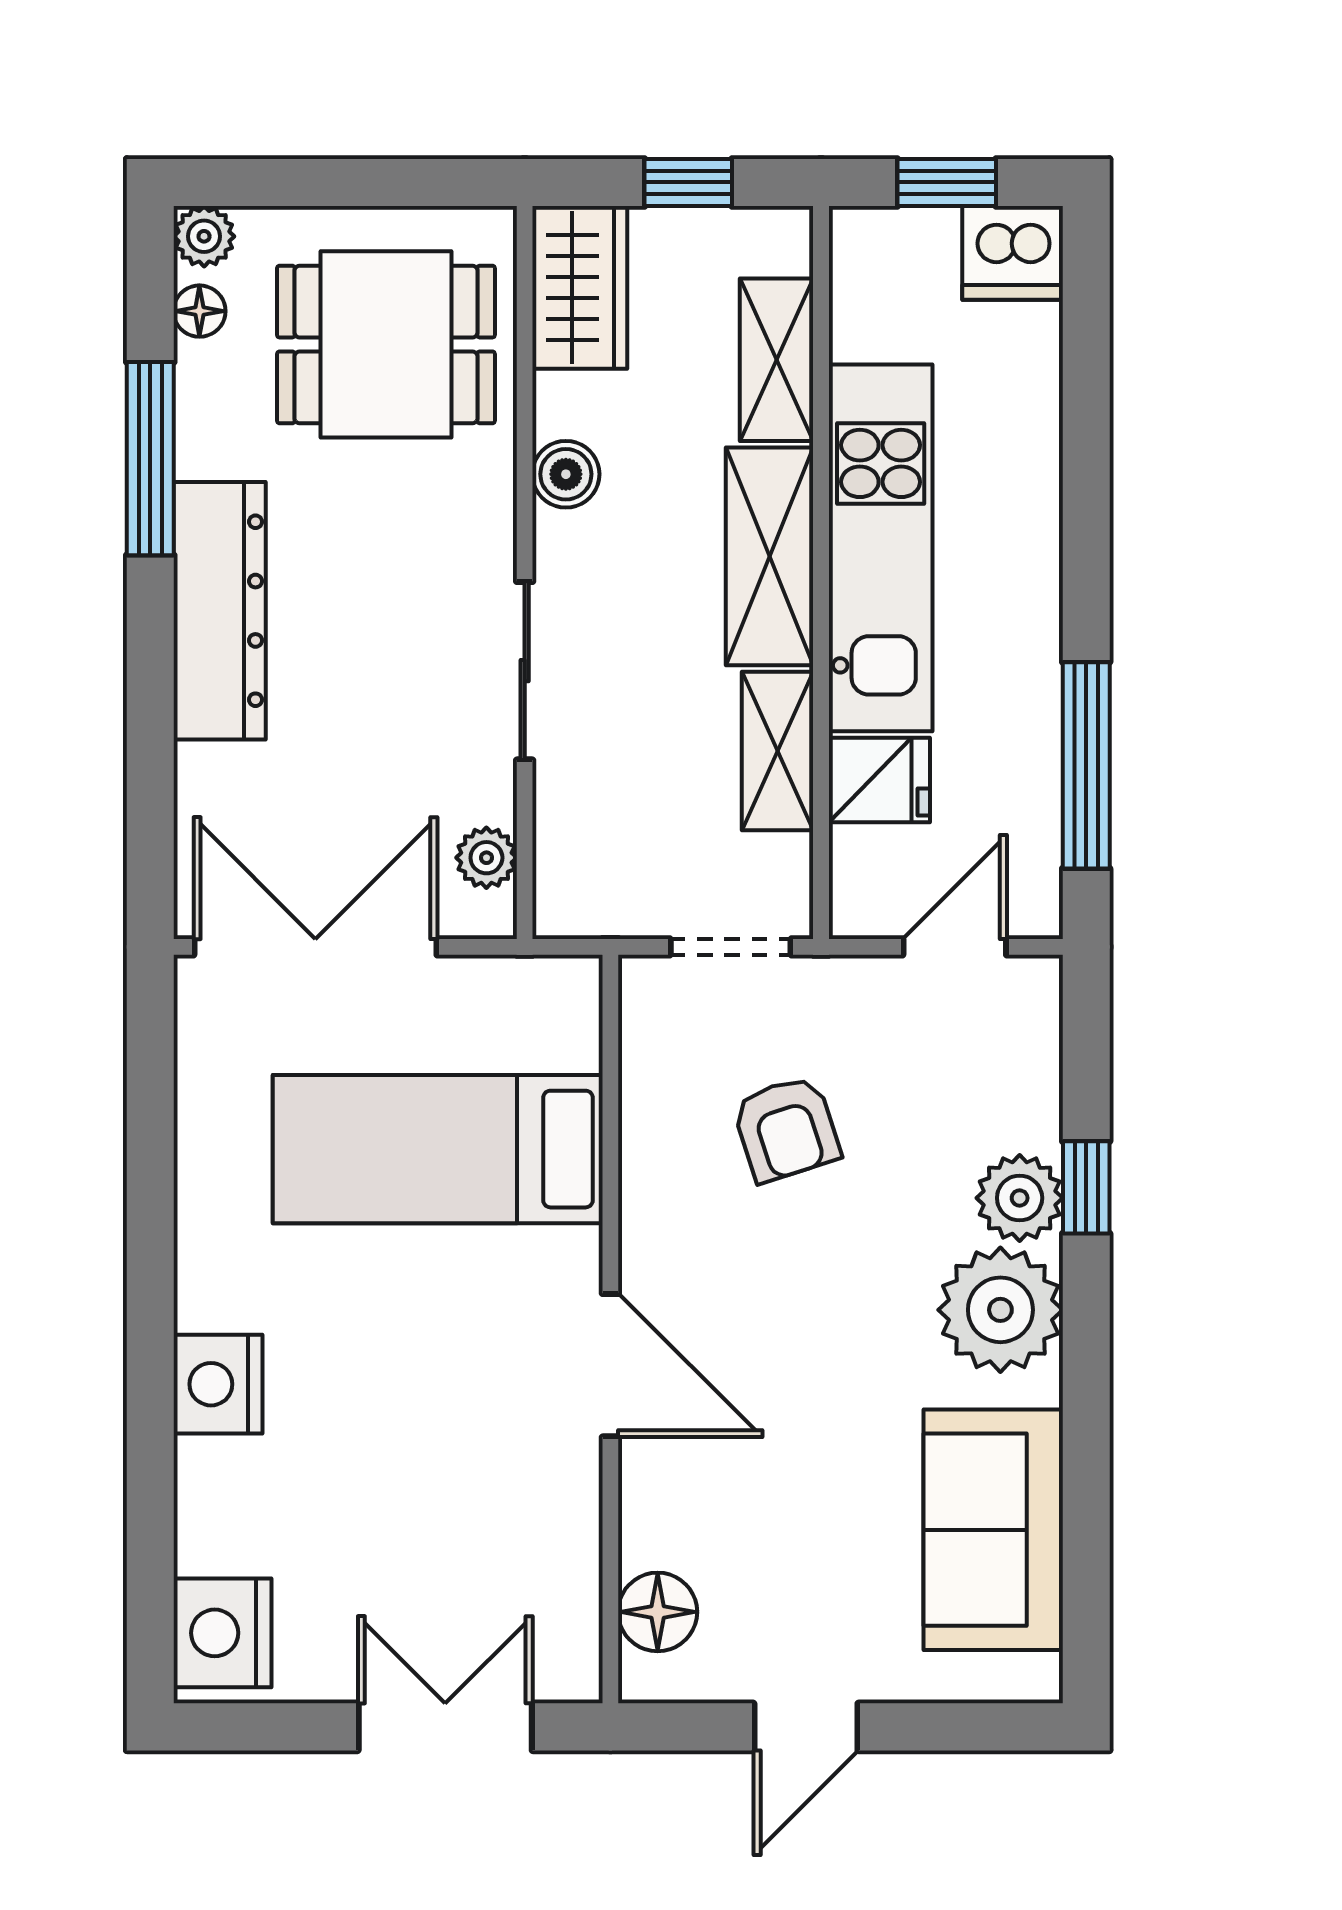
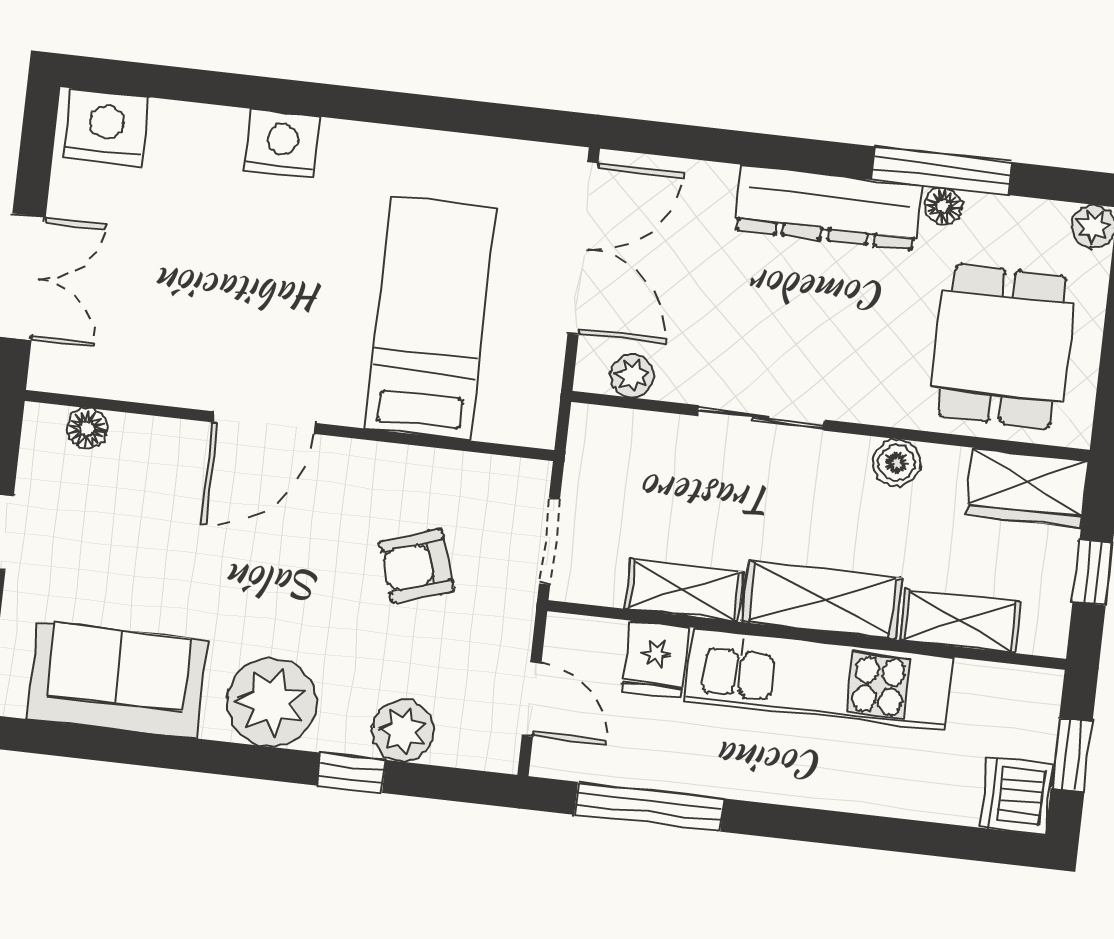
floor lamp: (199, 311) -> (943, 206), moved
plant: (1020, 1198) -> (403, 731), moved
floor lamp: (658, 1612) -> (87, 429), width x0.73, depth x0.73

